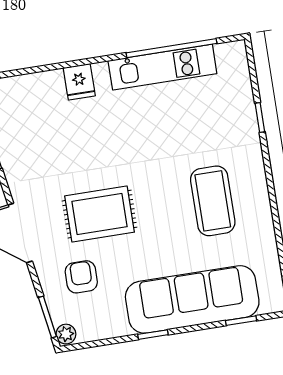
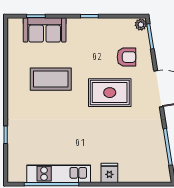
coffee table: (213, 201) -> (51, 79), moved, turned 90
armchair: (81, 277) -> (126, 57), turned -90
sofa: (192, 299) -> (45, 30), width x0.54, depth x0.79

